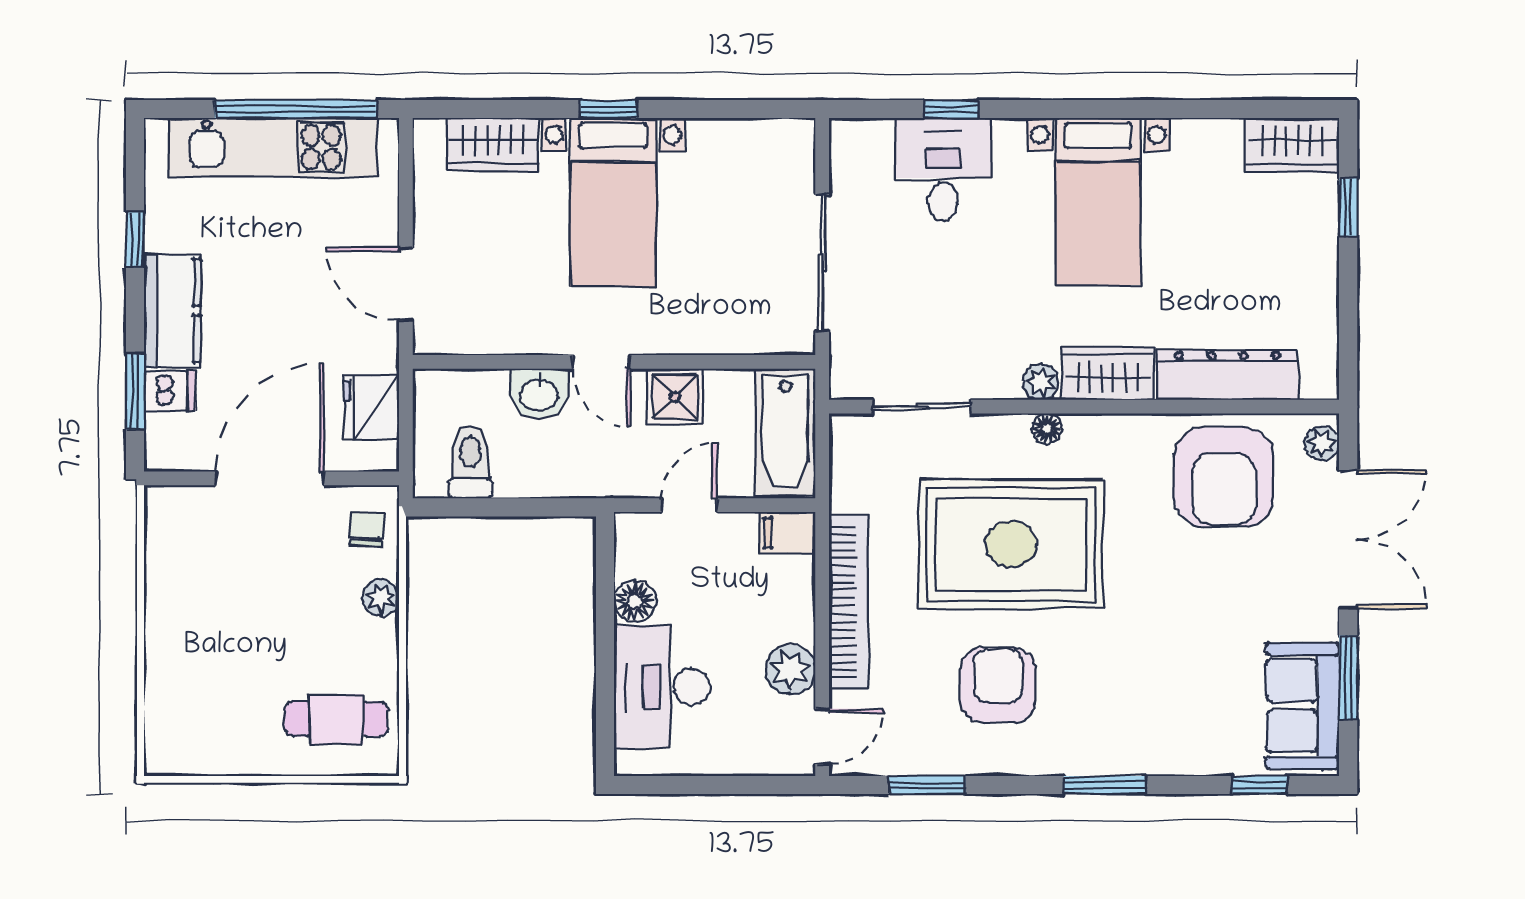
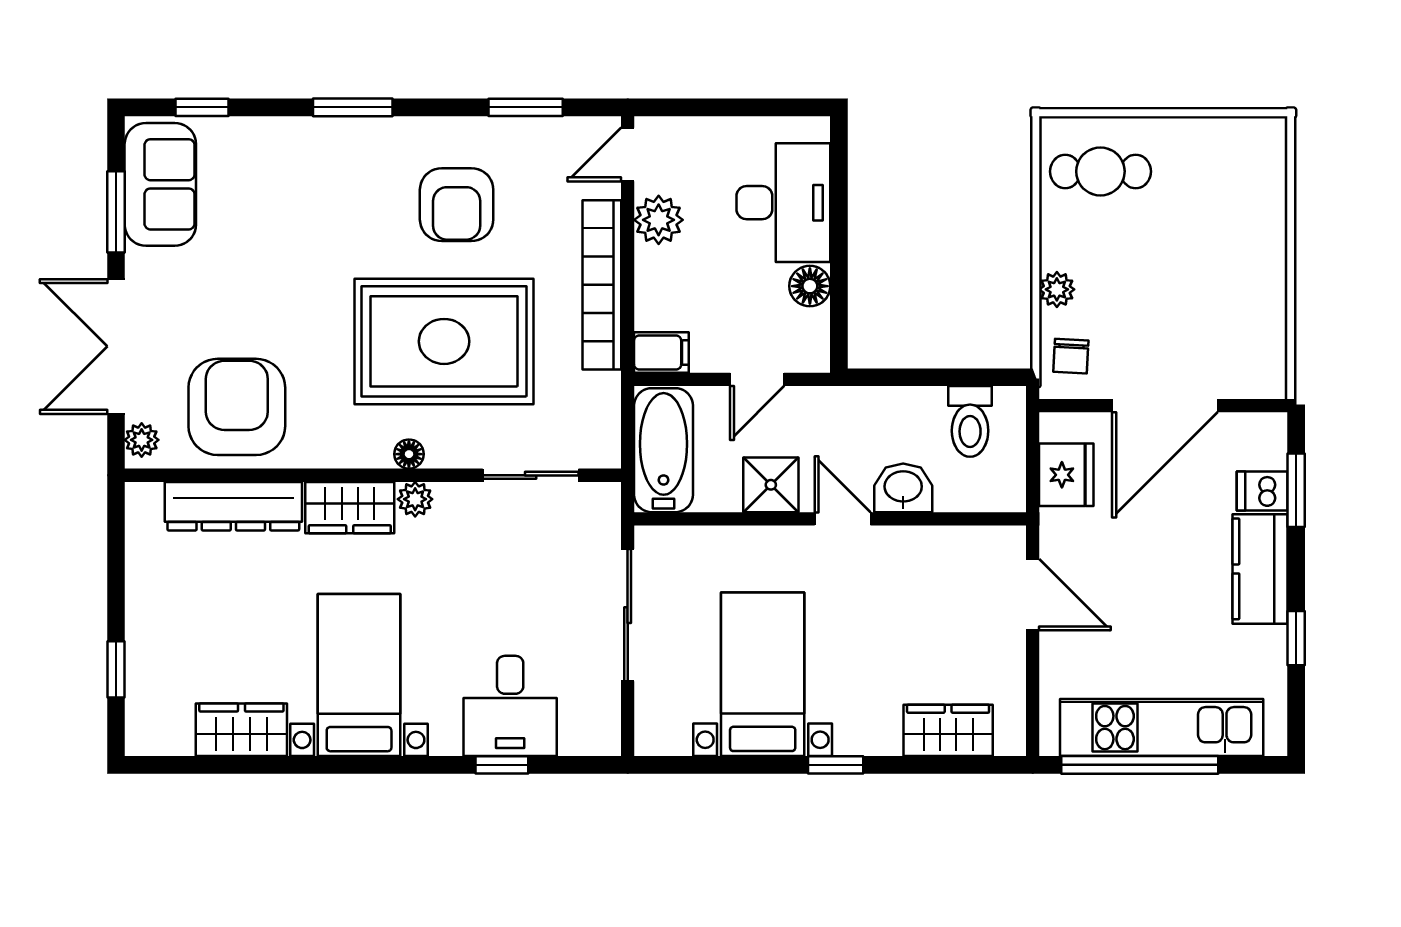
wardrobe: (1292, 145) -> (241, 730), moved
bed with nightstands: (613, 202) -> (763, 674), moved

